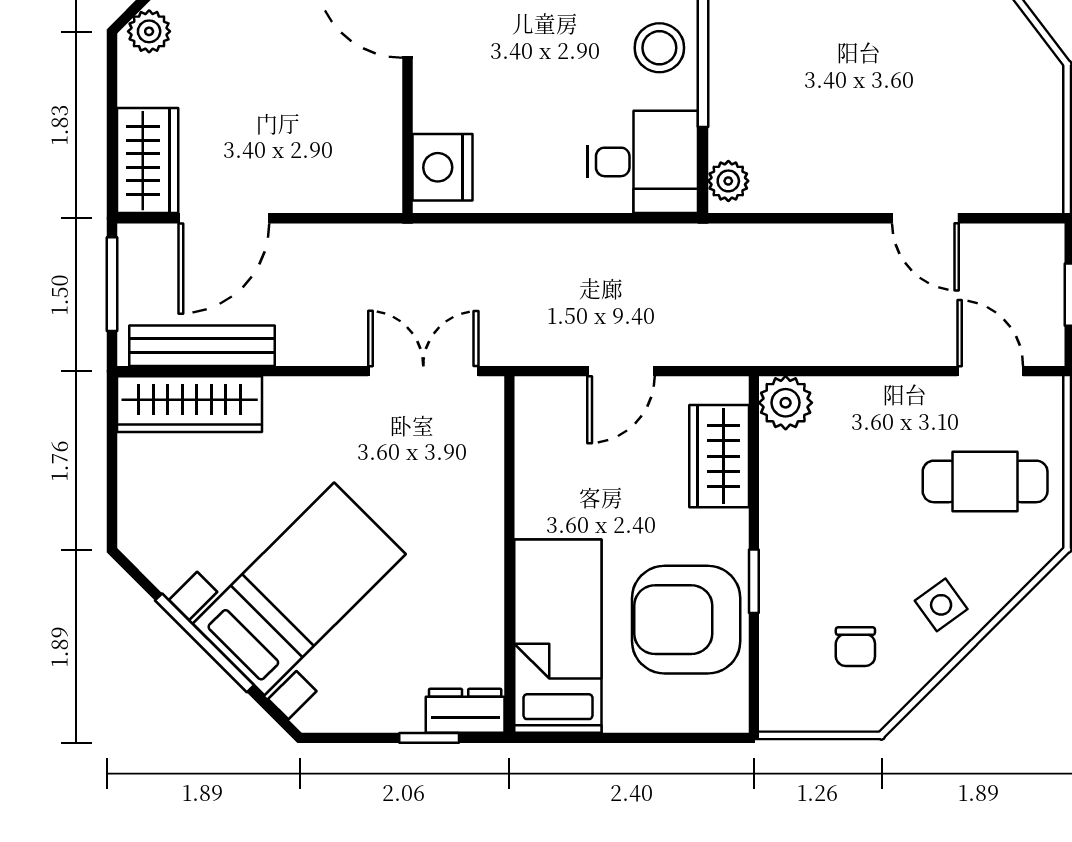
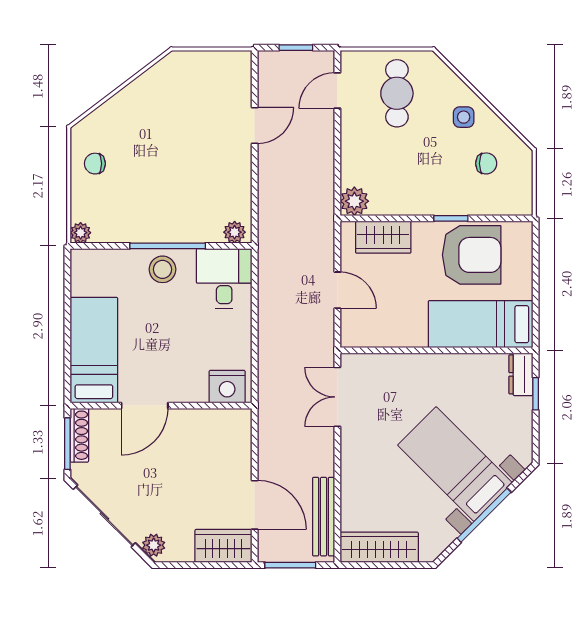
wardrobe: (190, 404) -> (379, 547), moved, turned -90
side table: (941, 605) -> (464, 117), turned 36
armchair: (686, 620) -> (472, 255), turned -90

